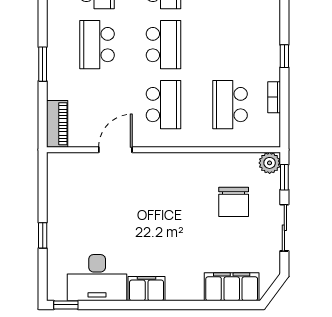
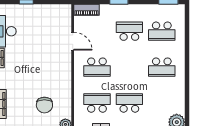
school desk: (163, 45) -> (129, 103), moved, turned 180
chair: (234, 202) -> (44, 105), turned -90

